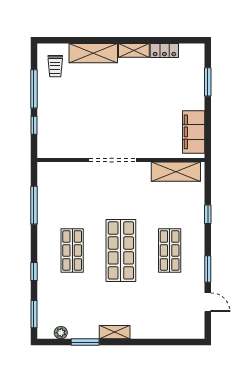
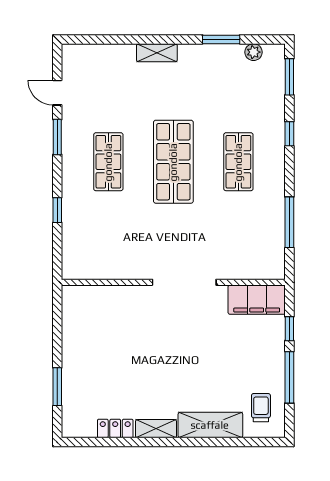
filing cabinet: (194, 132) -> (257, 300), moved, turned 90
shelving: (176, 172) -> (100, 267), removed
shelving: (115, 332) -> (157, 53), moved

